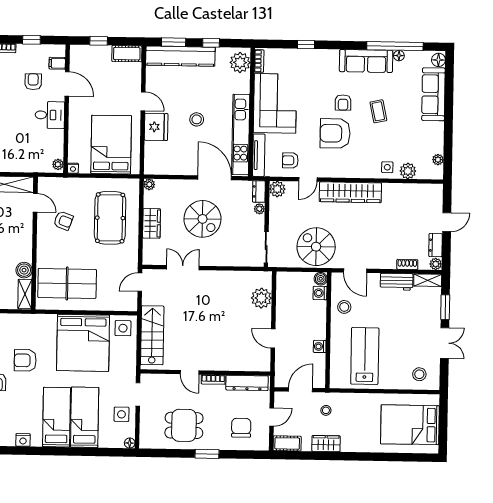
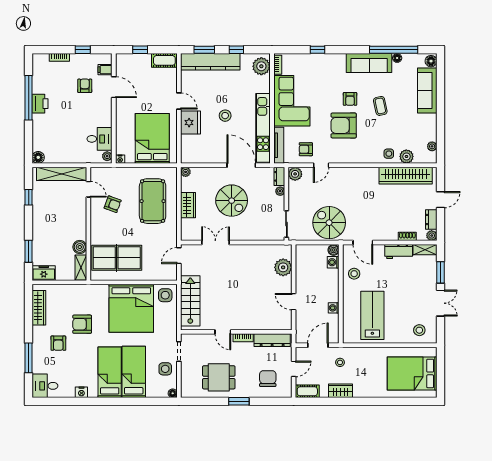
desk: (50, 115) -> (99, 139), moved
wardrobe: (350, 192) -> (406, 176), moved

